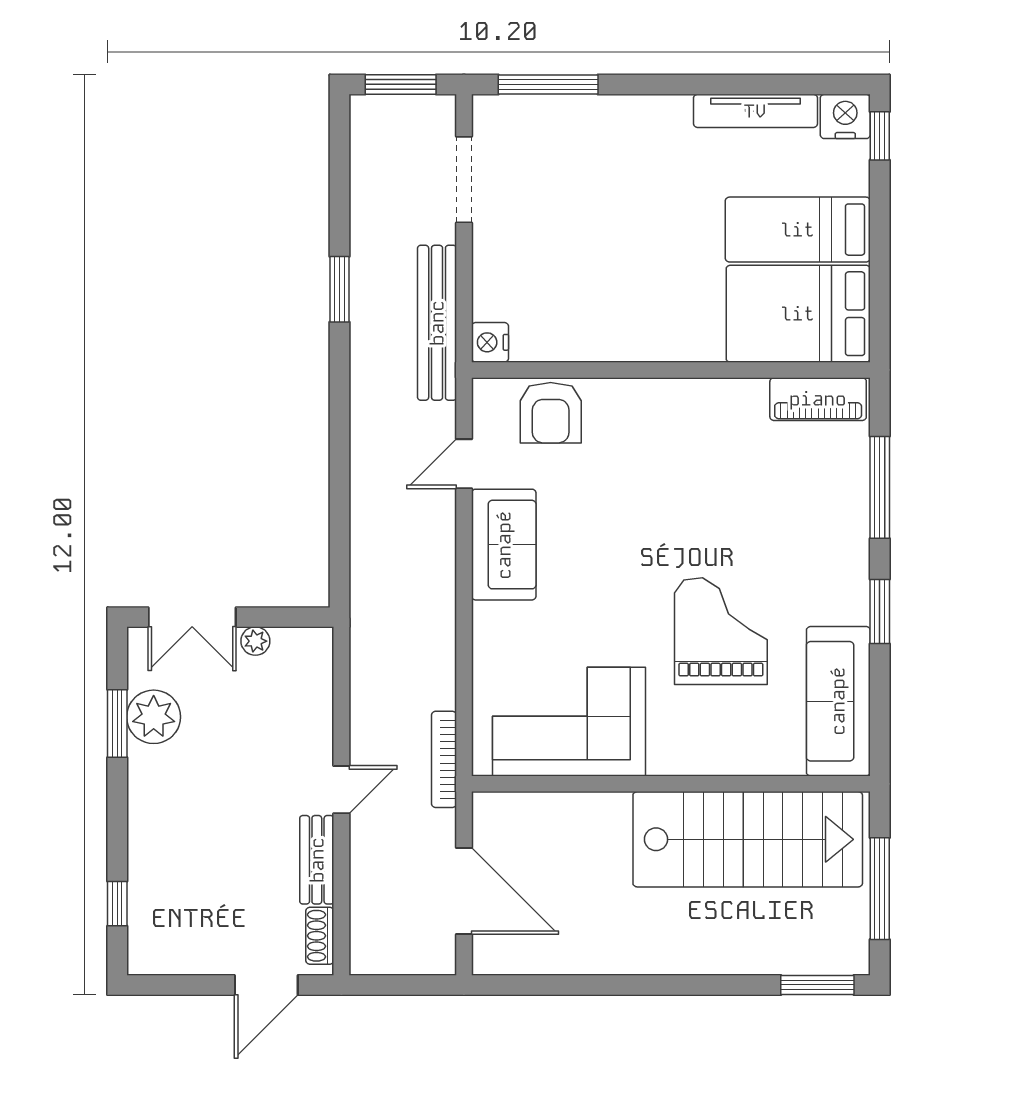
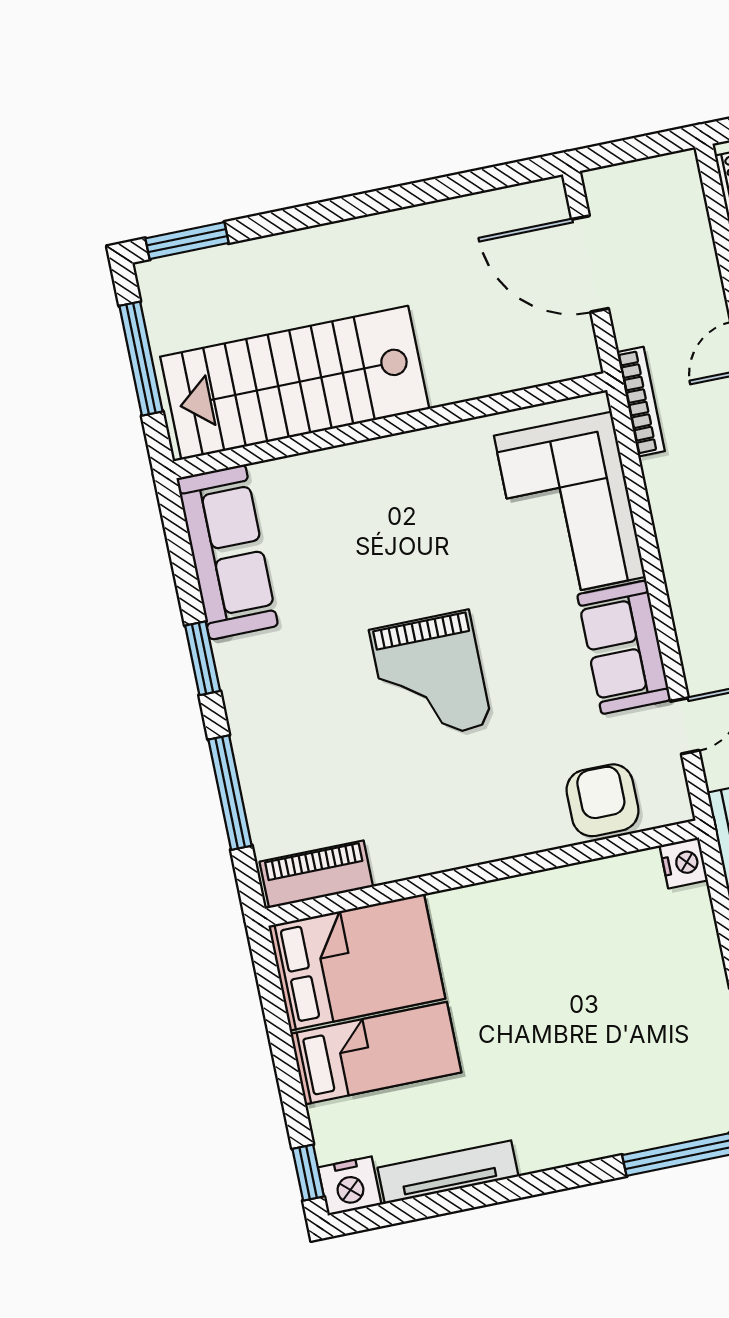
grand piano: (721, 631) -> (431, 677), moved
corner sofa: (569, 722) -> (570, 506), moved, turned 90

